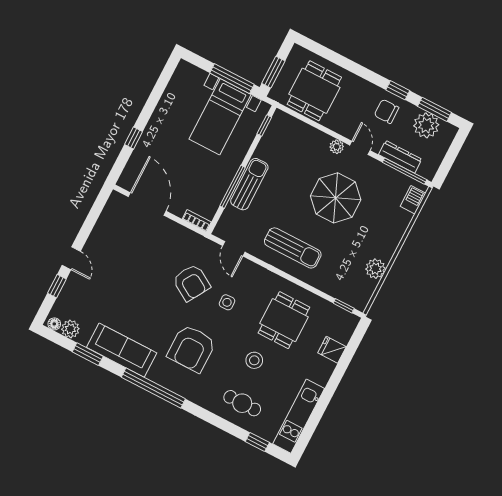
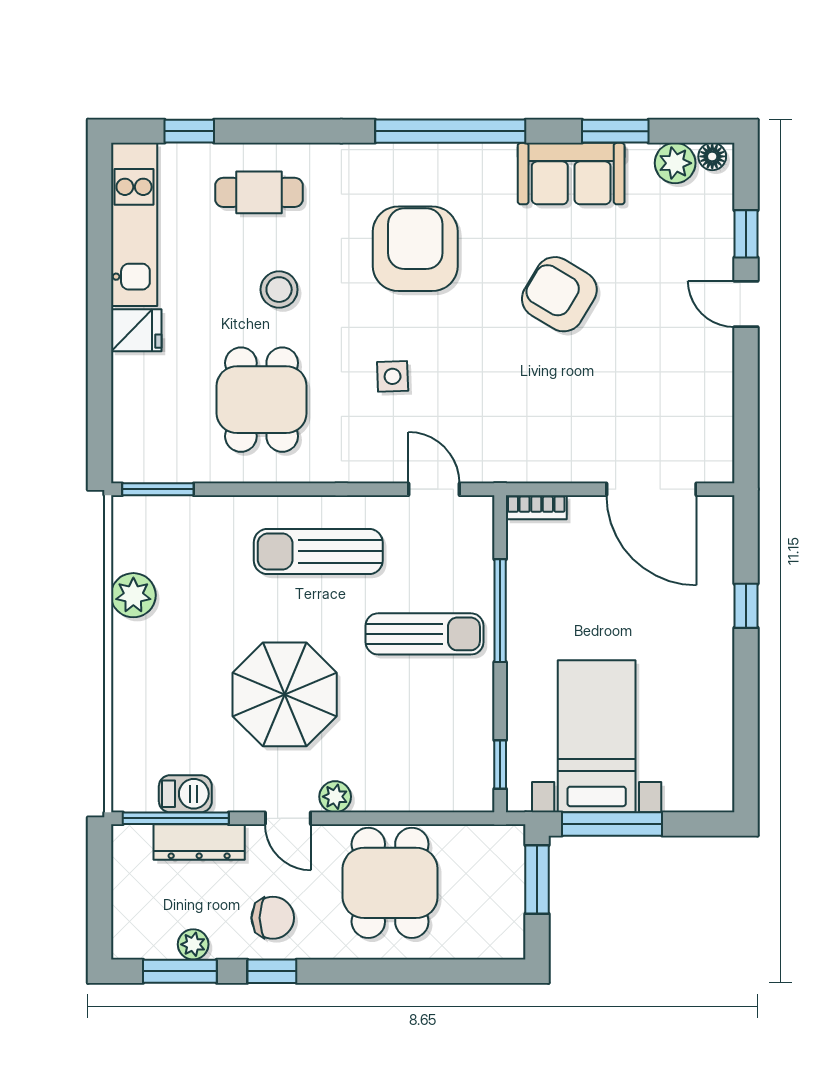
dining table: (314, 91) -> (390, 883), moved
plant: (426, 125) -> (193, 944), width x0.53, depth x0.53
sun lounger: (249, 184) -> (425, 634), moved, turned -90
barbecue: (413, 200) -> (185, 794), moved, turned -90
armchair: (191, 283) -> (559, 294), moved
window: (344, 306) -> (158, 489), width x1.50
sofa: (122, 350) -> (571, 174), width x0.73
fridge: (332, 350) -> (136, 330), moved

